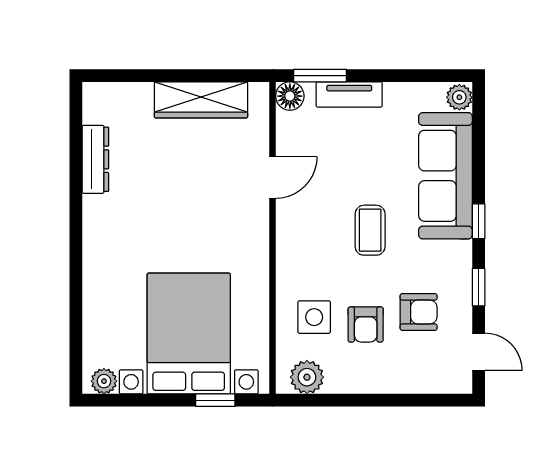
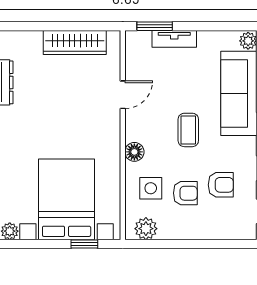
floor lamp: (290, 96) -> (134, 152), moved
armchair: (366, 324) -> (185, 193), turned -90

